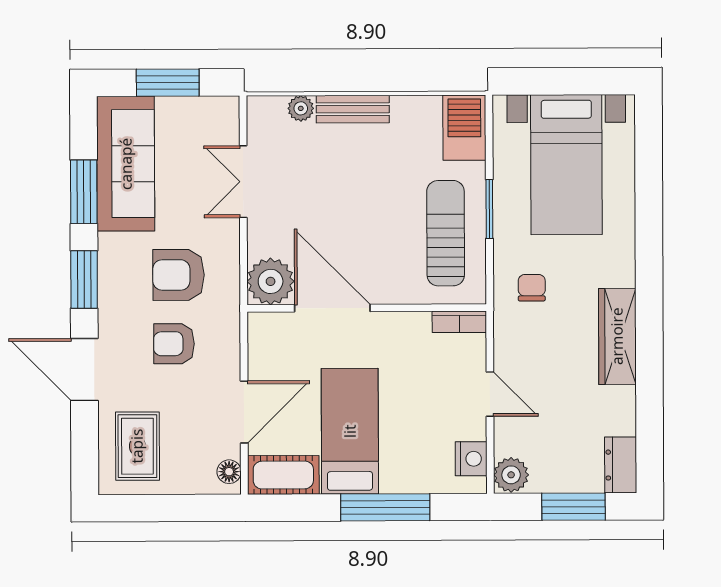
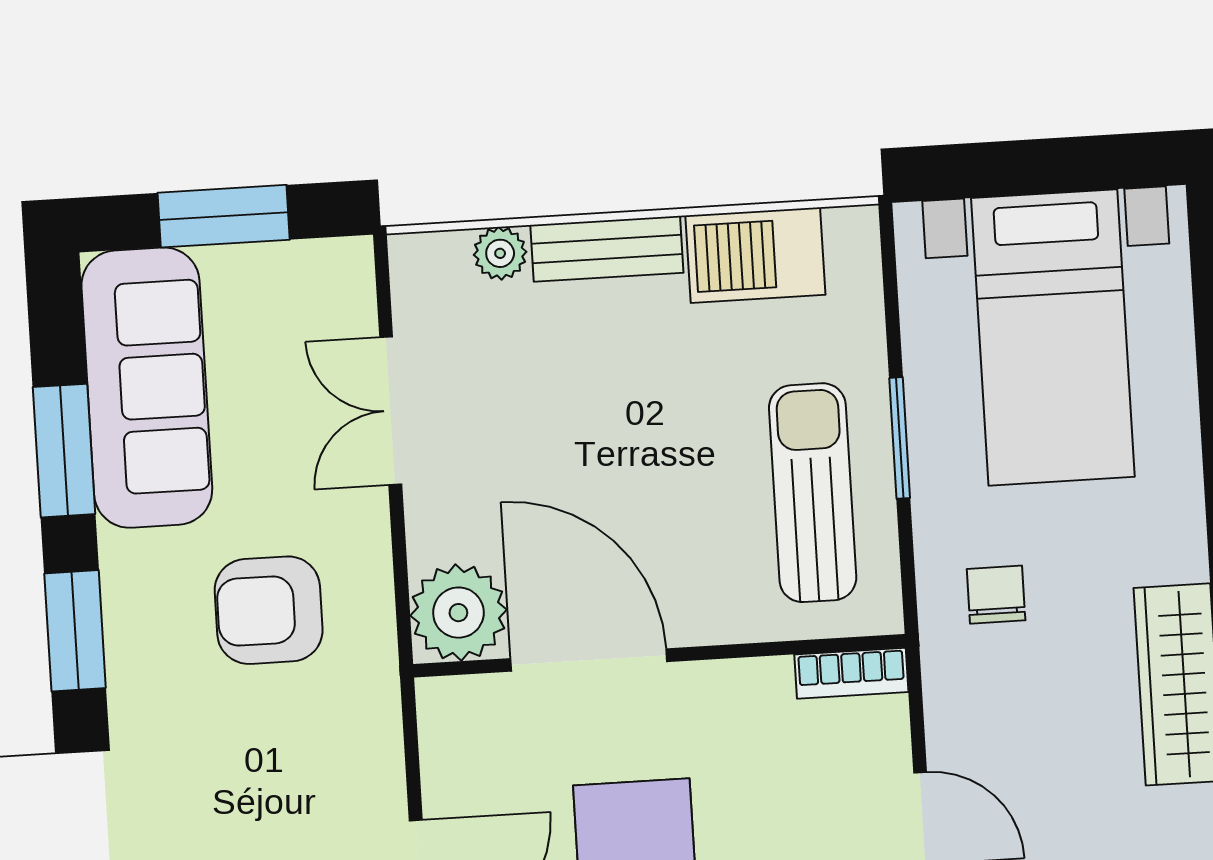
barbecue: (464, 128) -> (755, 255), moved, turned -90
armchair: (174, 344) -> (267, 752), removed

